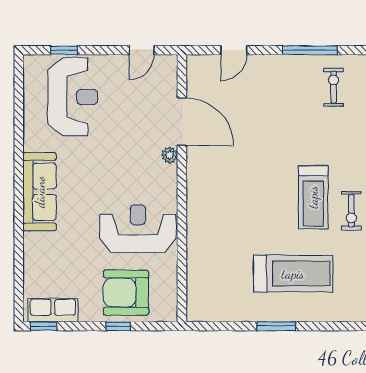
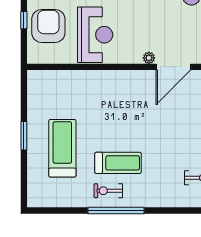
treadmill: (313, 197) -> (118, 163), turned 180
treadmill: (293, 274) -> (62, 148), turned 180

